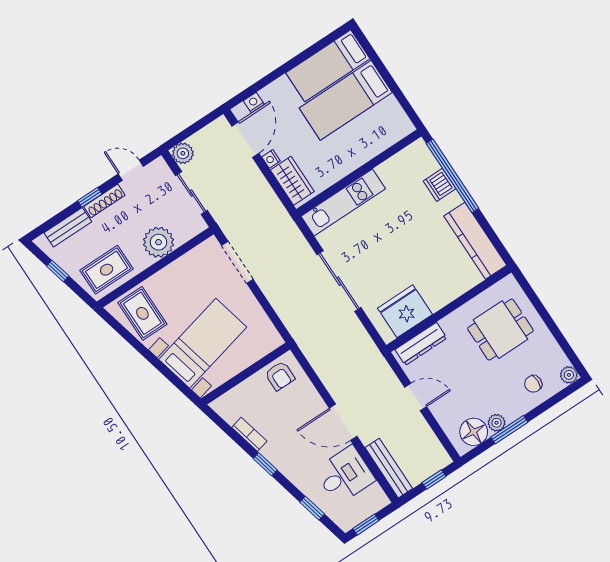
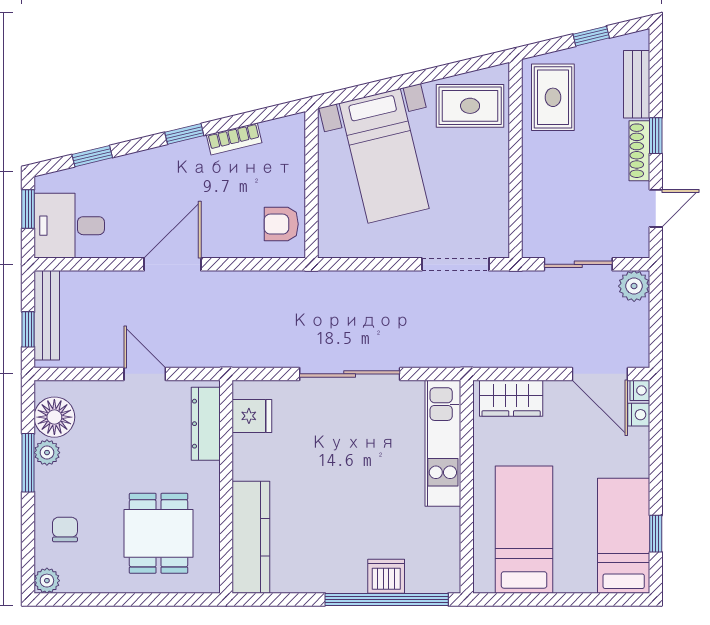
window: (315, 48) -> (656, 534), added
bed: (346, 100) -> (524, 530), moved
nightstand: (271, 159) -> (640, 390), moved, turned 90
kitchen counter: (475, 241) -> (251, 537), moved, turned 90
plant: (159, 242) -> (544, 184), removed
fridge: (405, 311) -> (252, 416), width x0.53, depth x0.75
door: (416, 397) -> (145, 374), swing flipped
bench: (389, 468) -> (47, 315), moved, turned 90
desk: (345, 475) -> (69, 226), moved, turned 90

